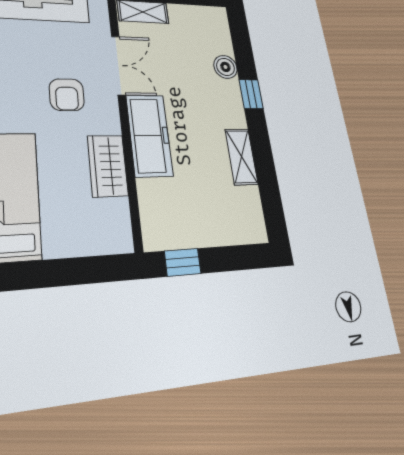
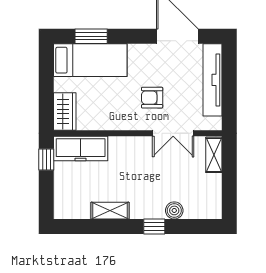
freezer: (149, 135) -> (81, 149), moved
wardrobe: (108, 166) -> (65, 112), moved, turned 90

